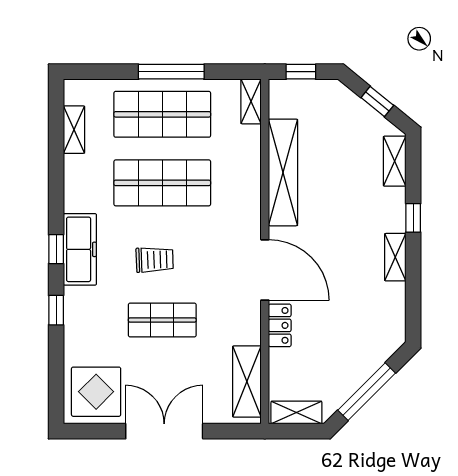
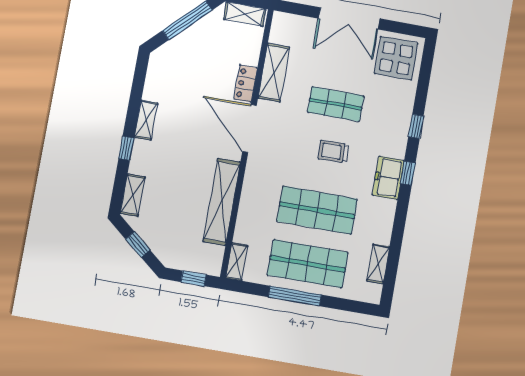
freezer: (80, 249) -> (388, 178), width x0.71
shelving: (247, 381) -> (274, 73), moved

